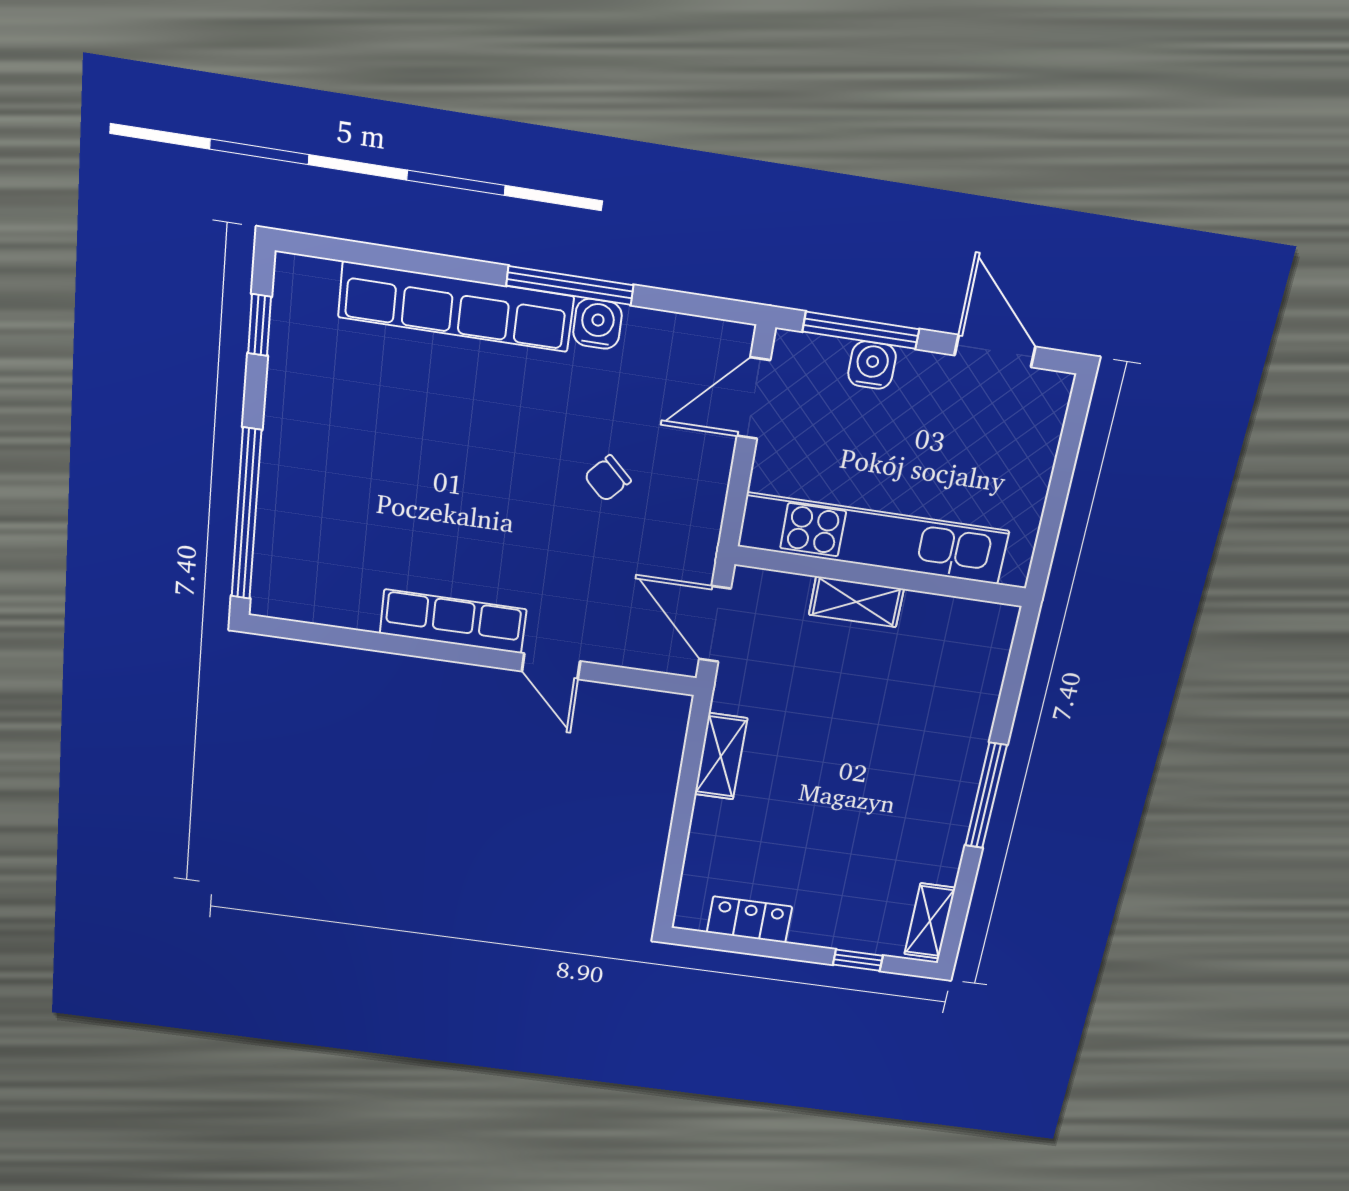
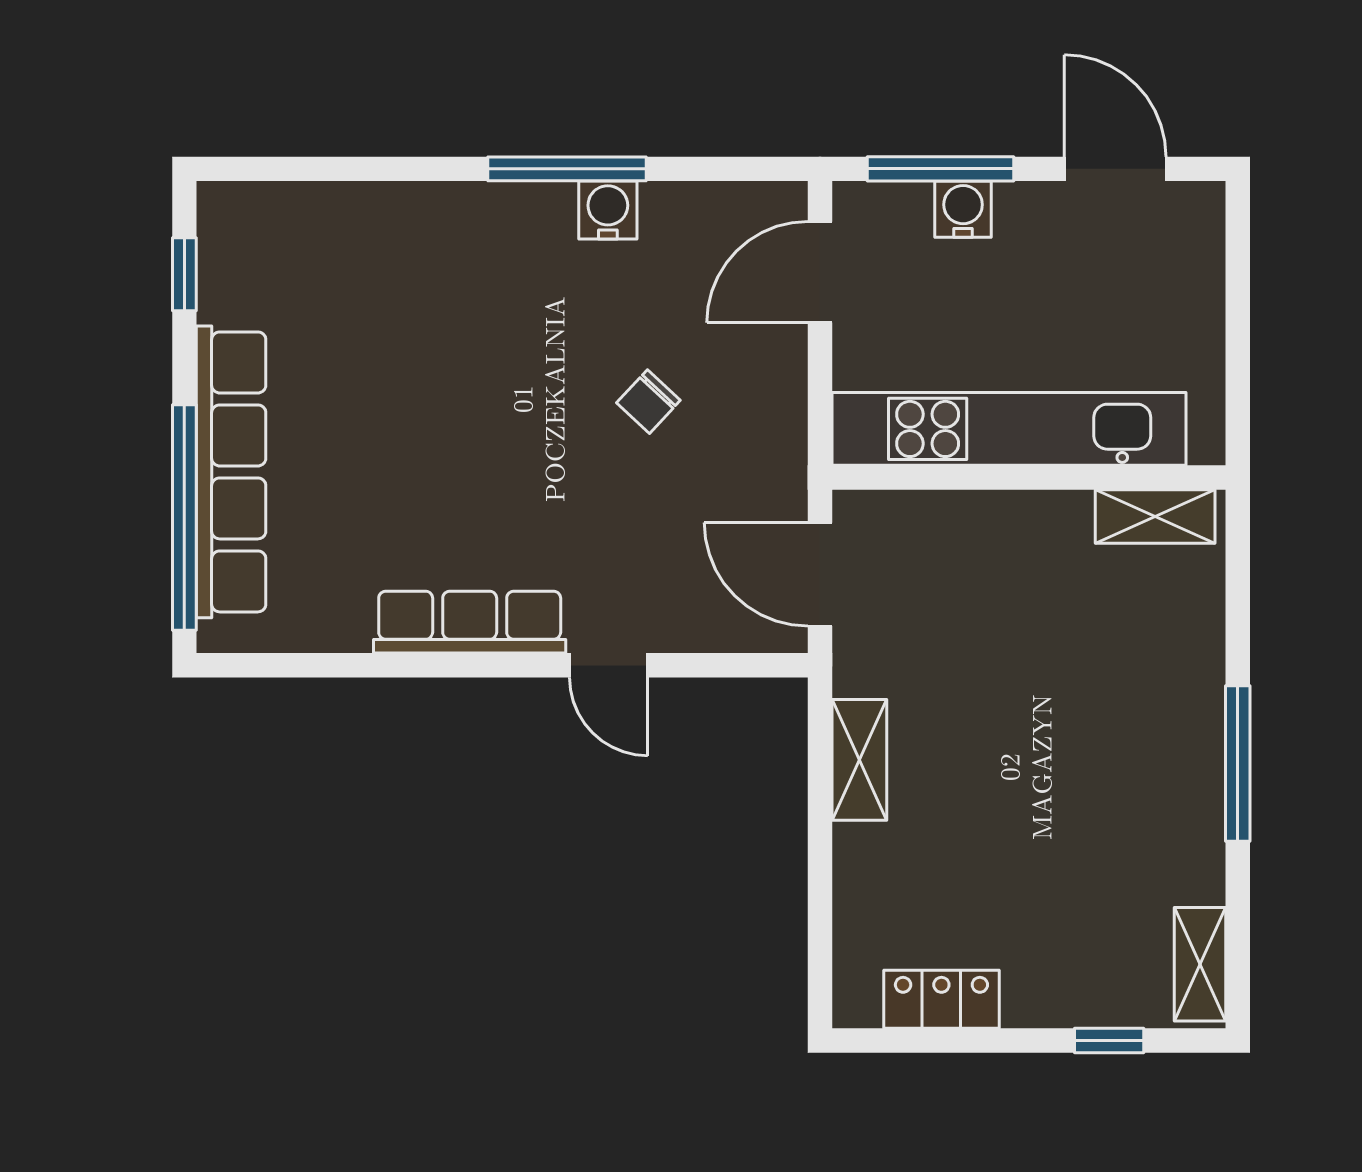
row of seats: (456, 307) -> (231, 472), moved, turned -90
shelving: (856, 602) -> (1155, 517), moved

